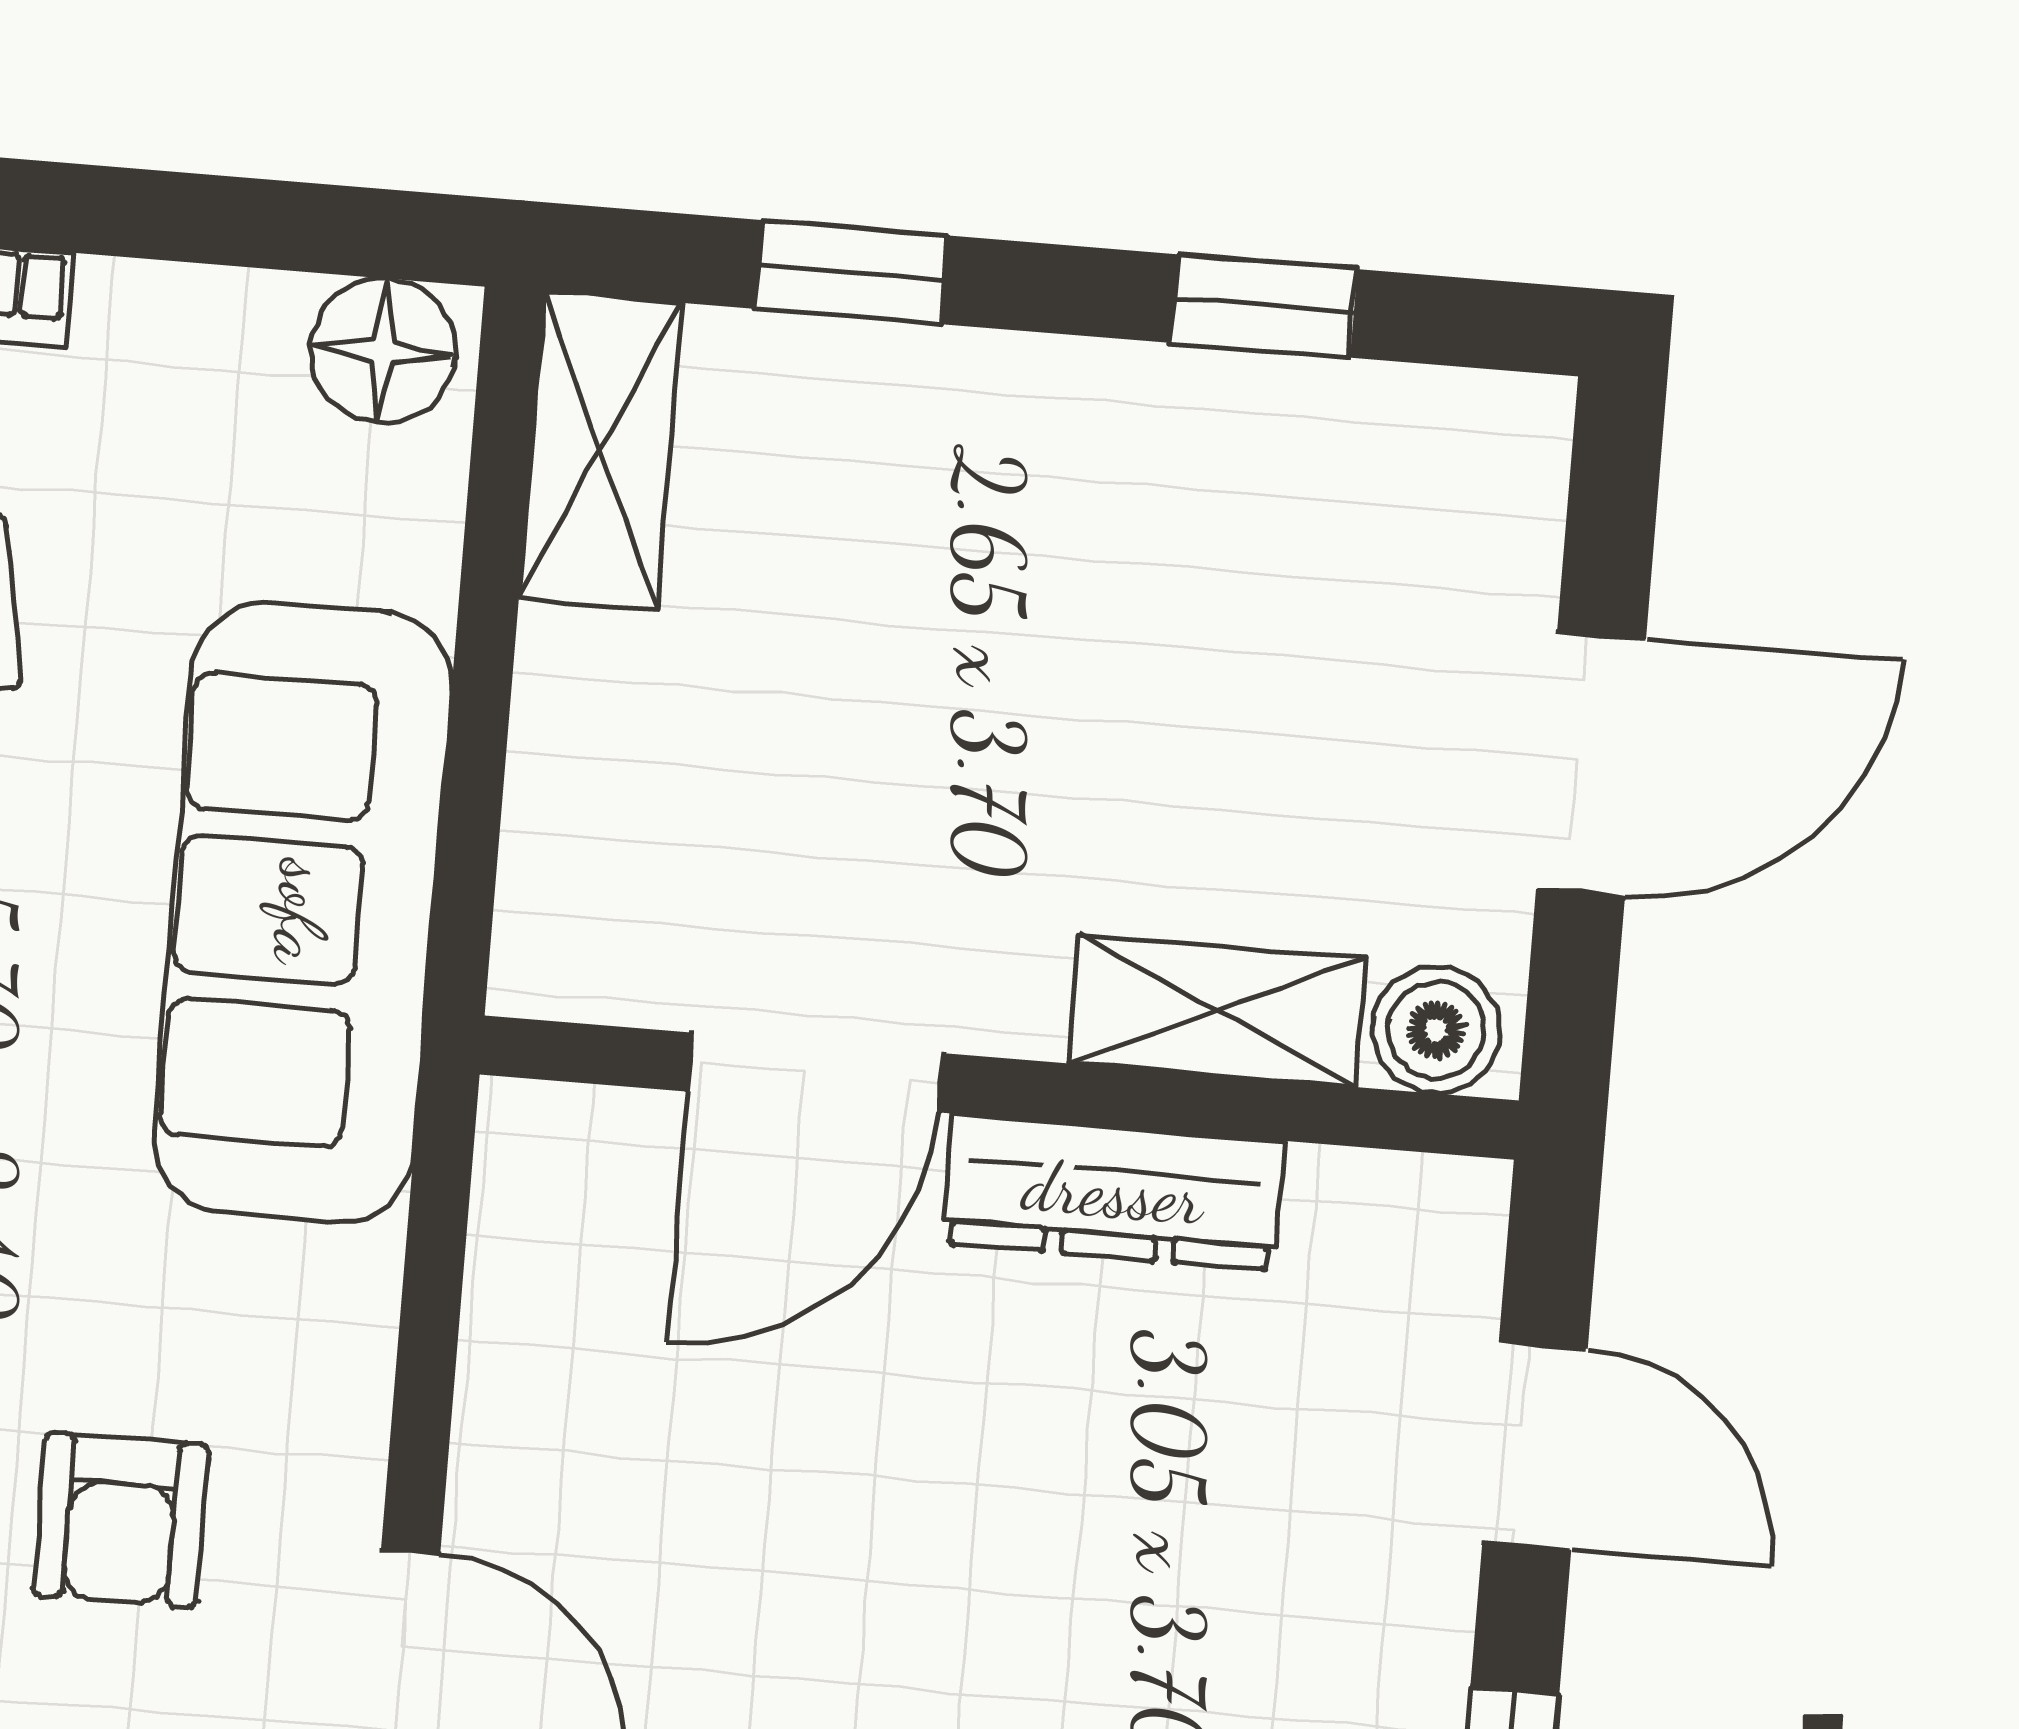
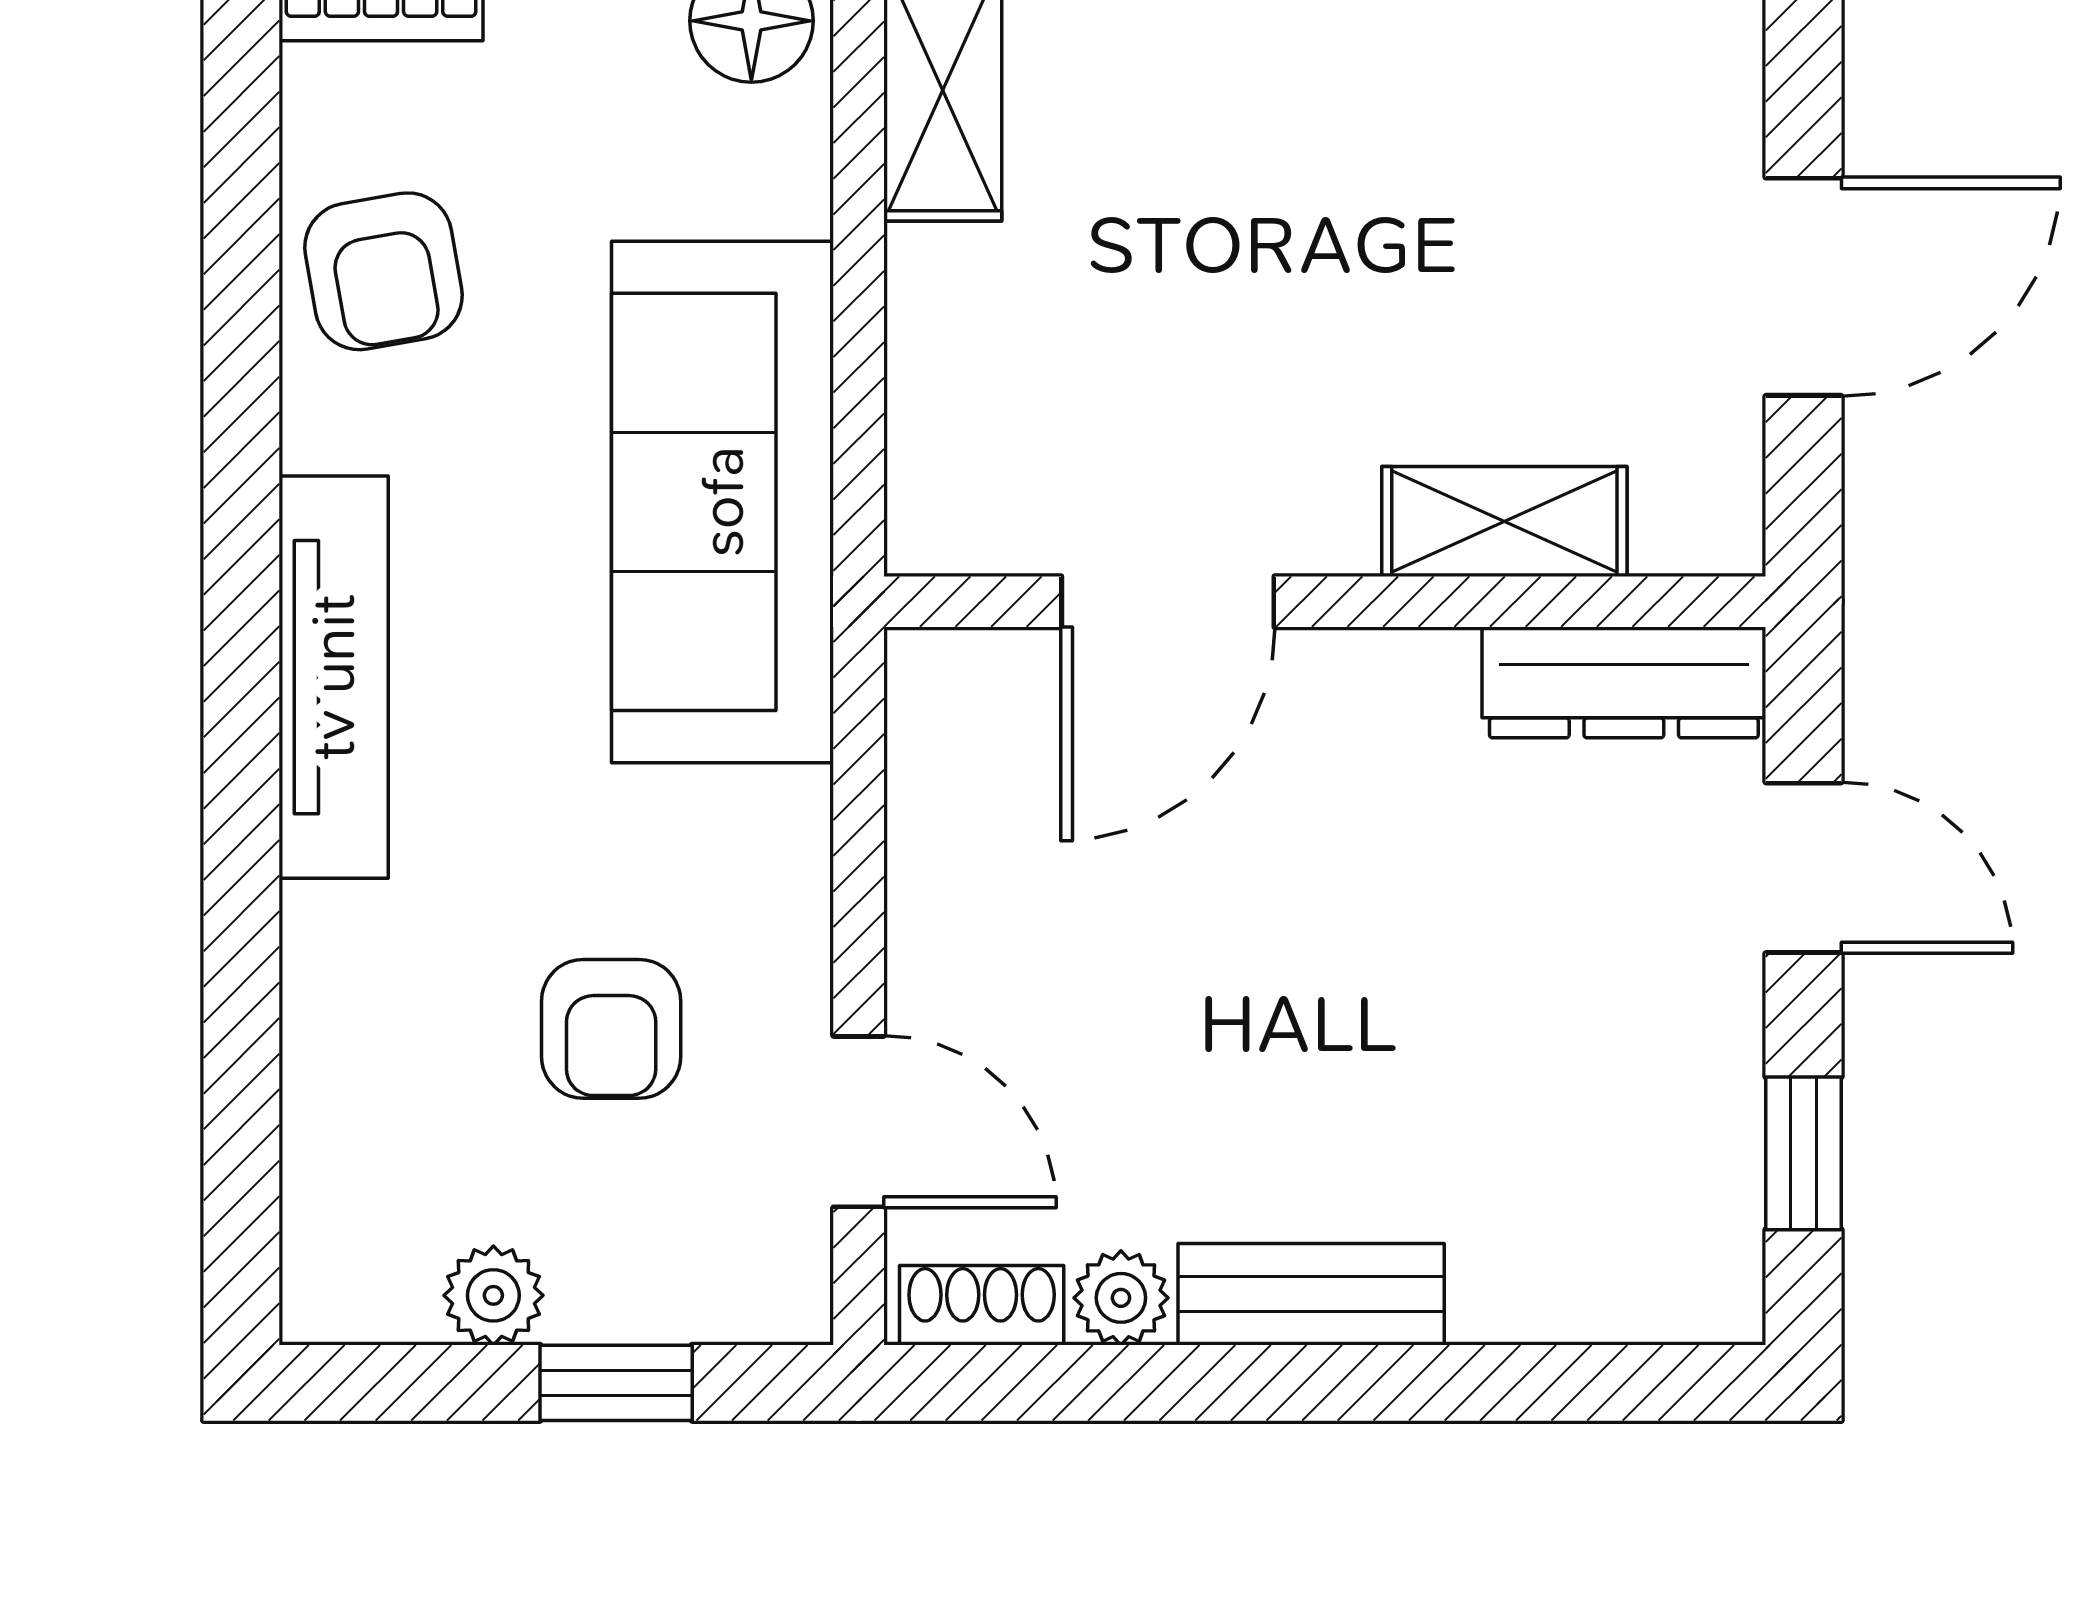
boiler: (1436, 1030) -> (1691, 523), removed
dresser: (1113, 1192) -> (1624, 682), moved

